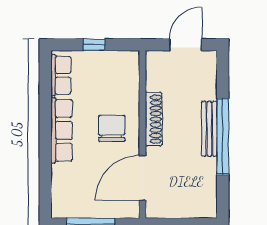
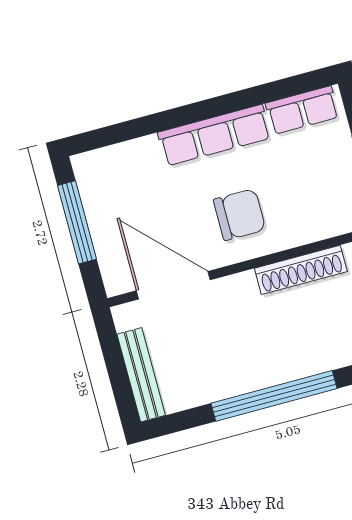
shoe rack: (154, 119) -> (301, 270), moved
bench: (209, 129) -> (141, 375), moved, turned 90

